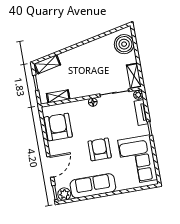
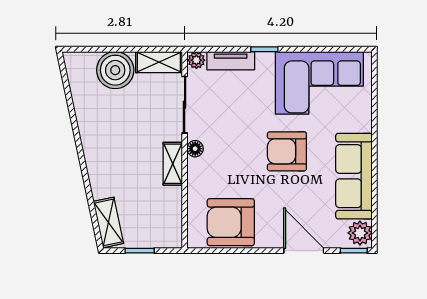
boiler: (124, 44) -> (115, 70), moved
shelving: (58, 96) -> (173, 164), moved

